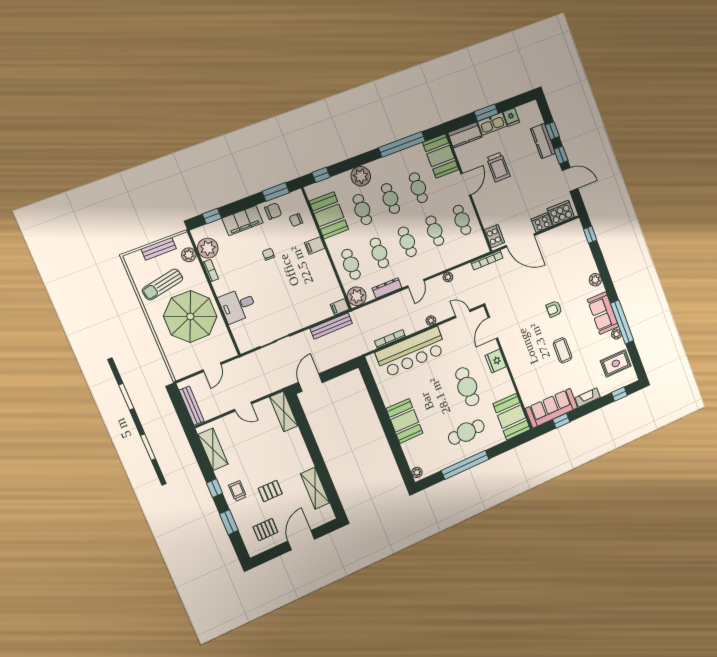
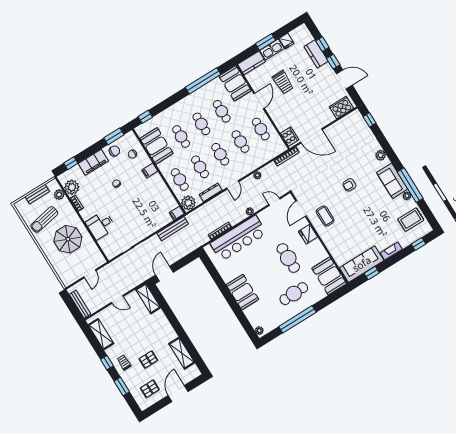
plant: (361, 176) -> (176, 112), removed
cooker: (542, 223) -> (327, 118), removed
parasol: (190, 316) -> (68, 239), width x0.73, depth x0.73
coffee table: (563, 350) -> (325, 216), moved

